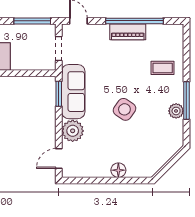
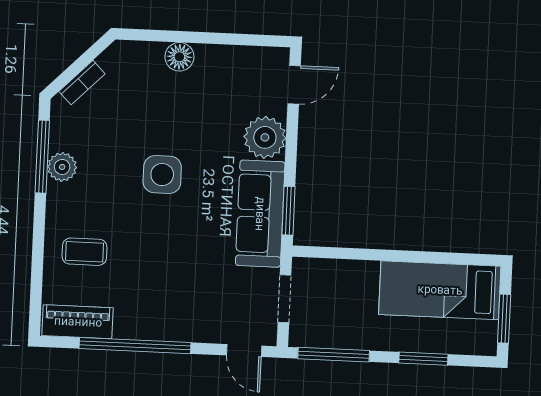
piano: (128, 32) -> (78, 322), moved
window: (186, 100) -> (42, 157), moved
side table: (124, 109) -> (162, 175), turned -35
bookcase: (168, 155) -> (82, 83), added

